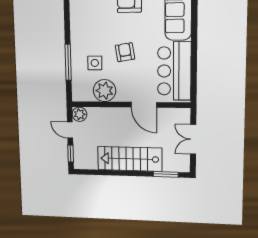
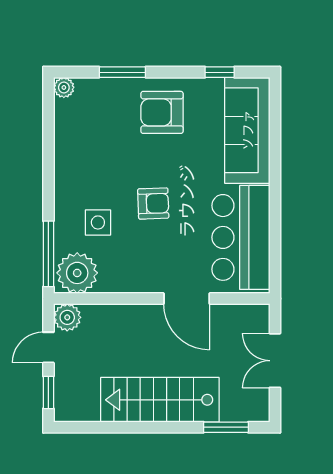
armchair: (125, 52) -> (153, 203), turned 97
window: (68, 62) -> (48, 254), moved
plant: (105, 91) -> (77, 273), moved
door: (70, 130) -> (48, 347), hinge flipped

